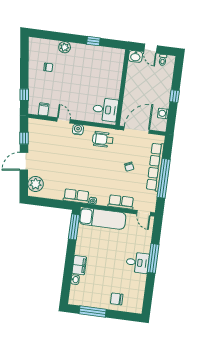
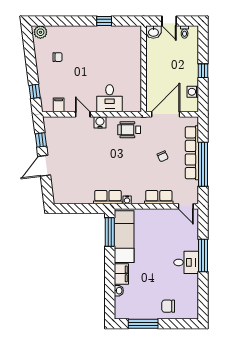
plant: (65, 47) -> (40, 32), moved
desk: (105, 110) -> (110, 98), moved, turned 90
plant: (36, 184) -> (61, 190), removed
exam couch: (102, 218) -> (124, 237), moved, turned -90

